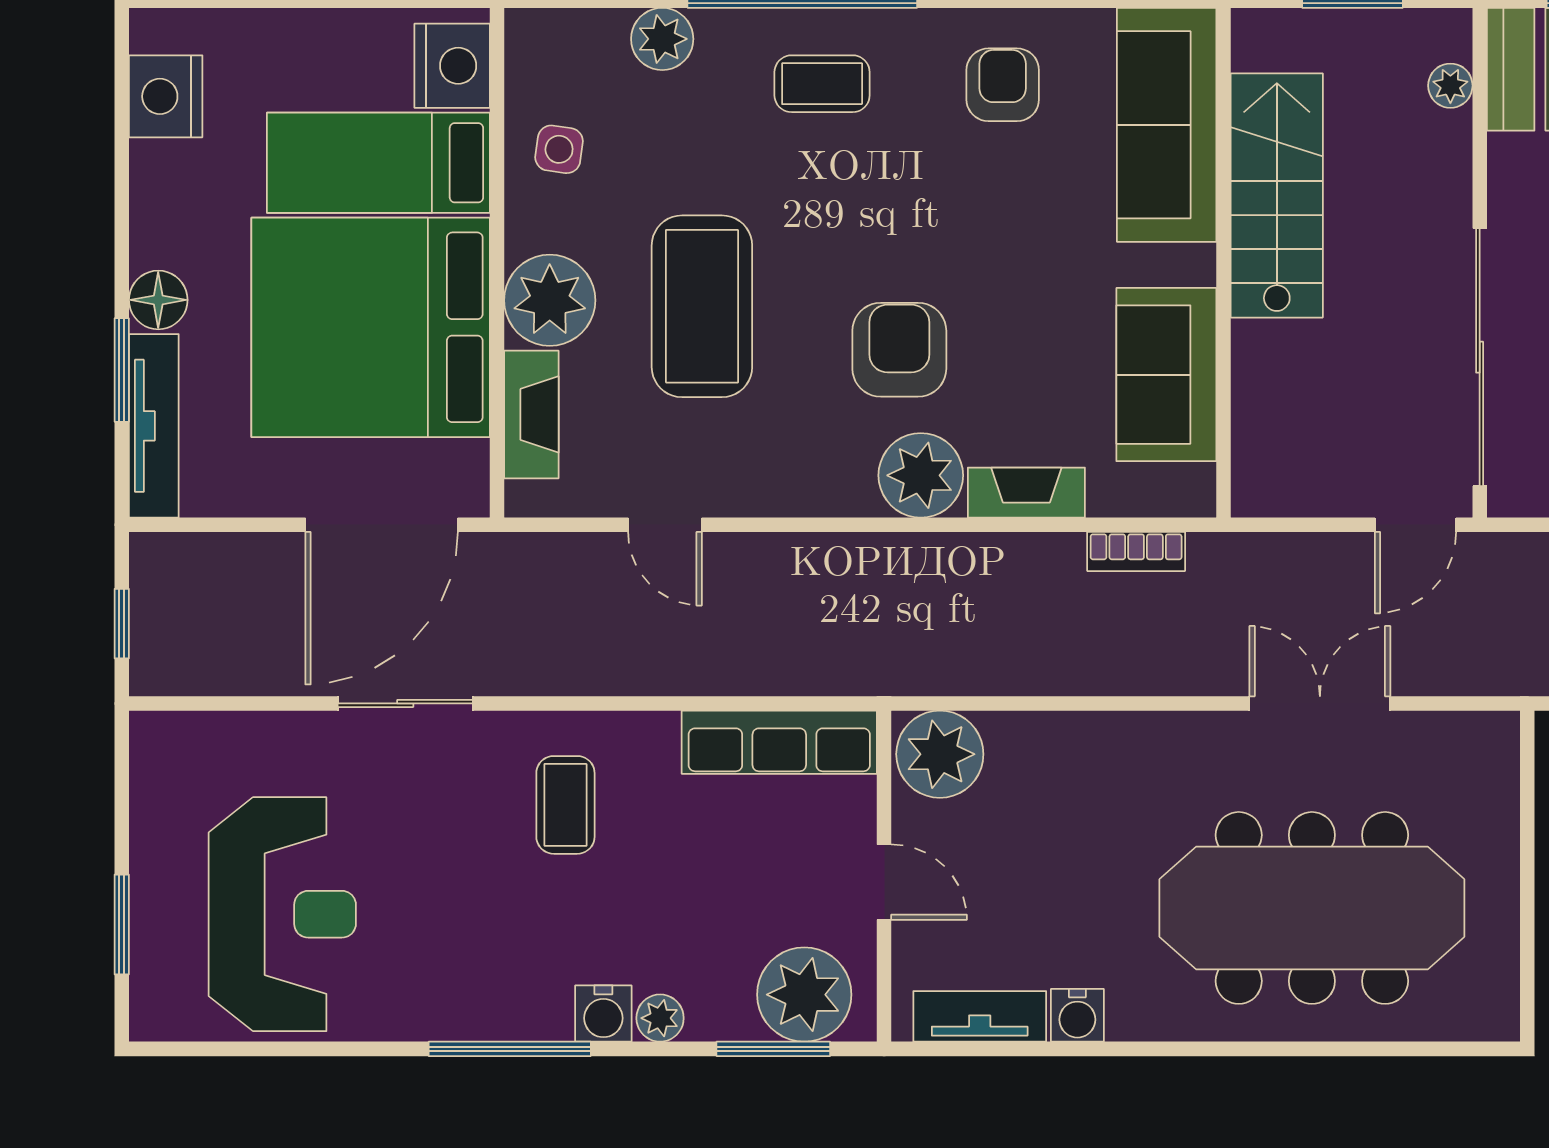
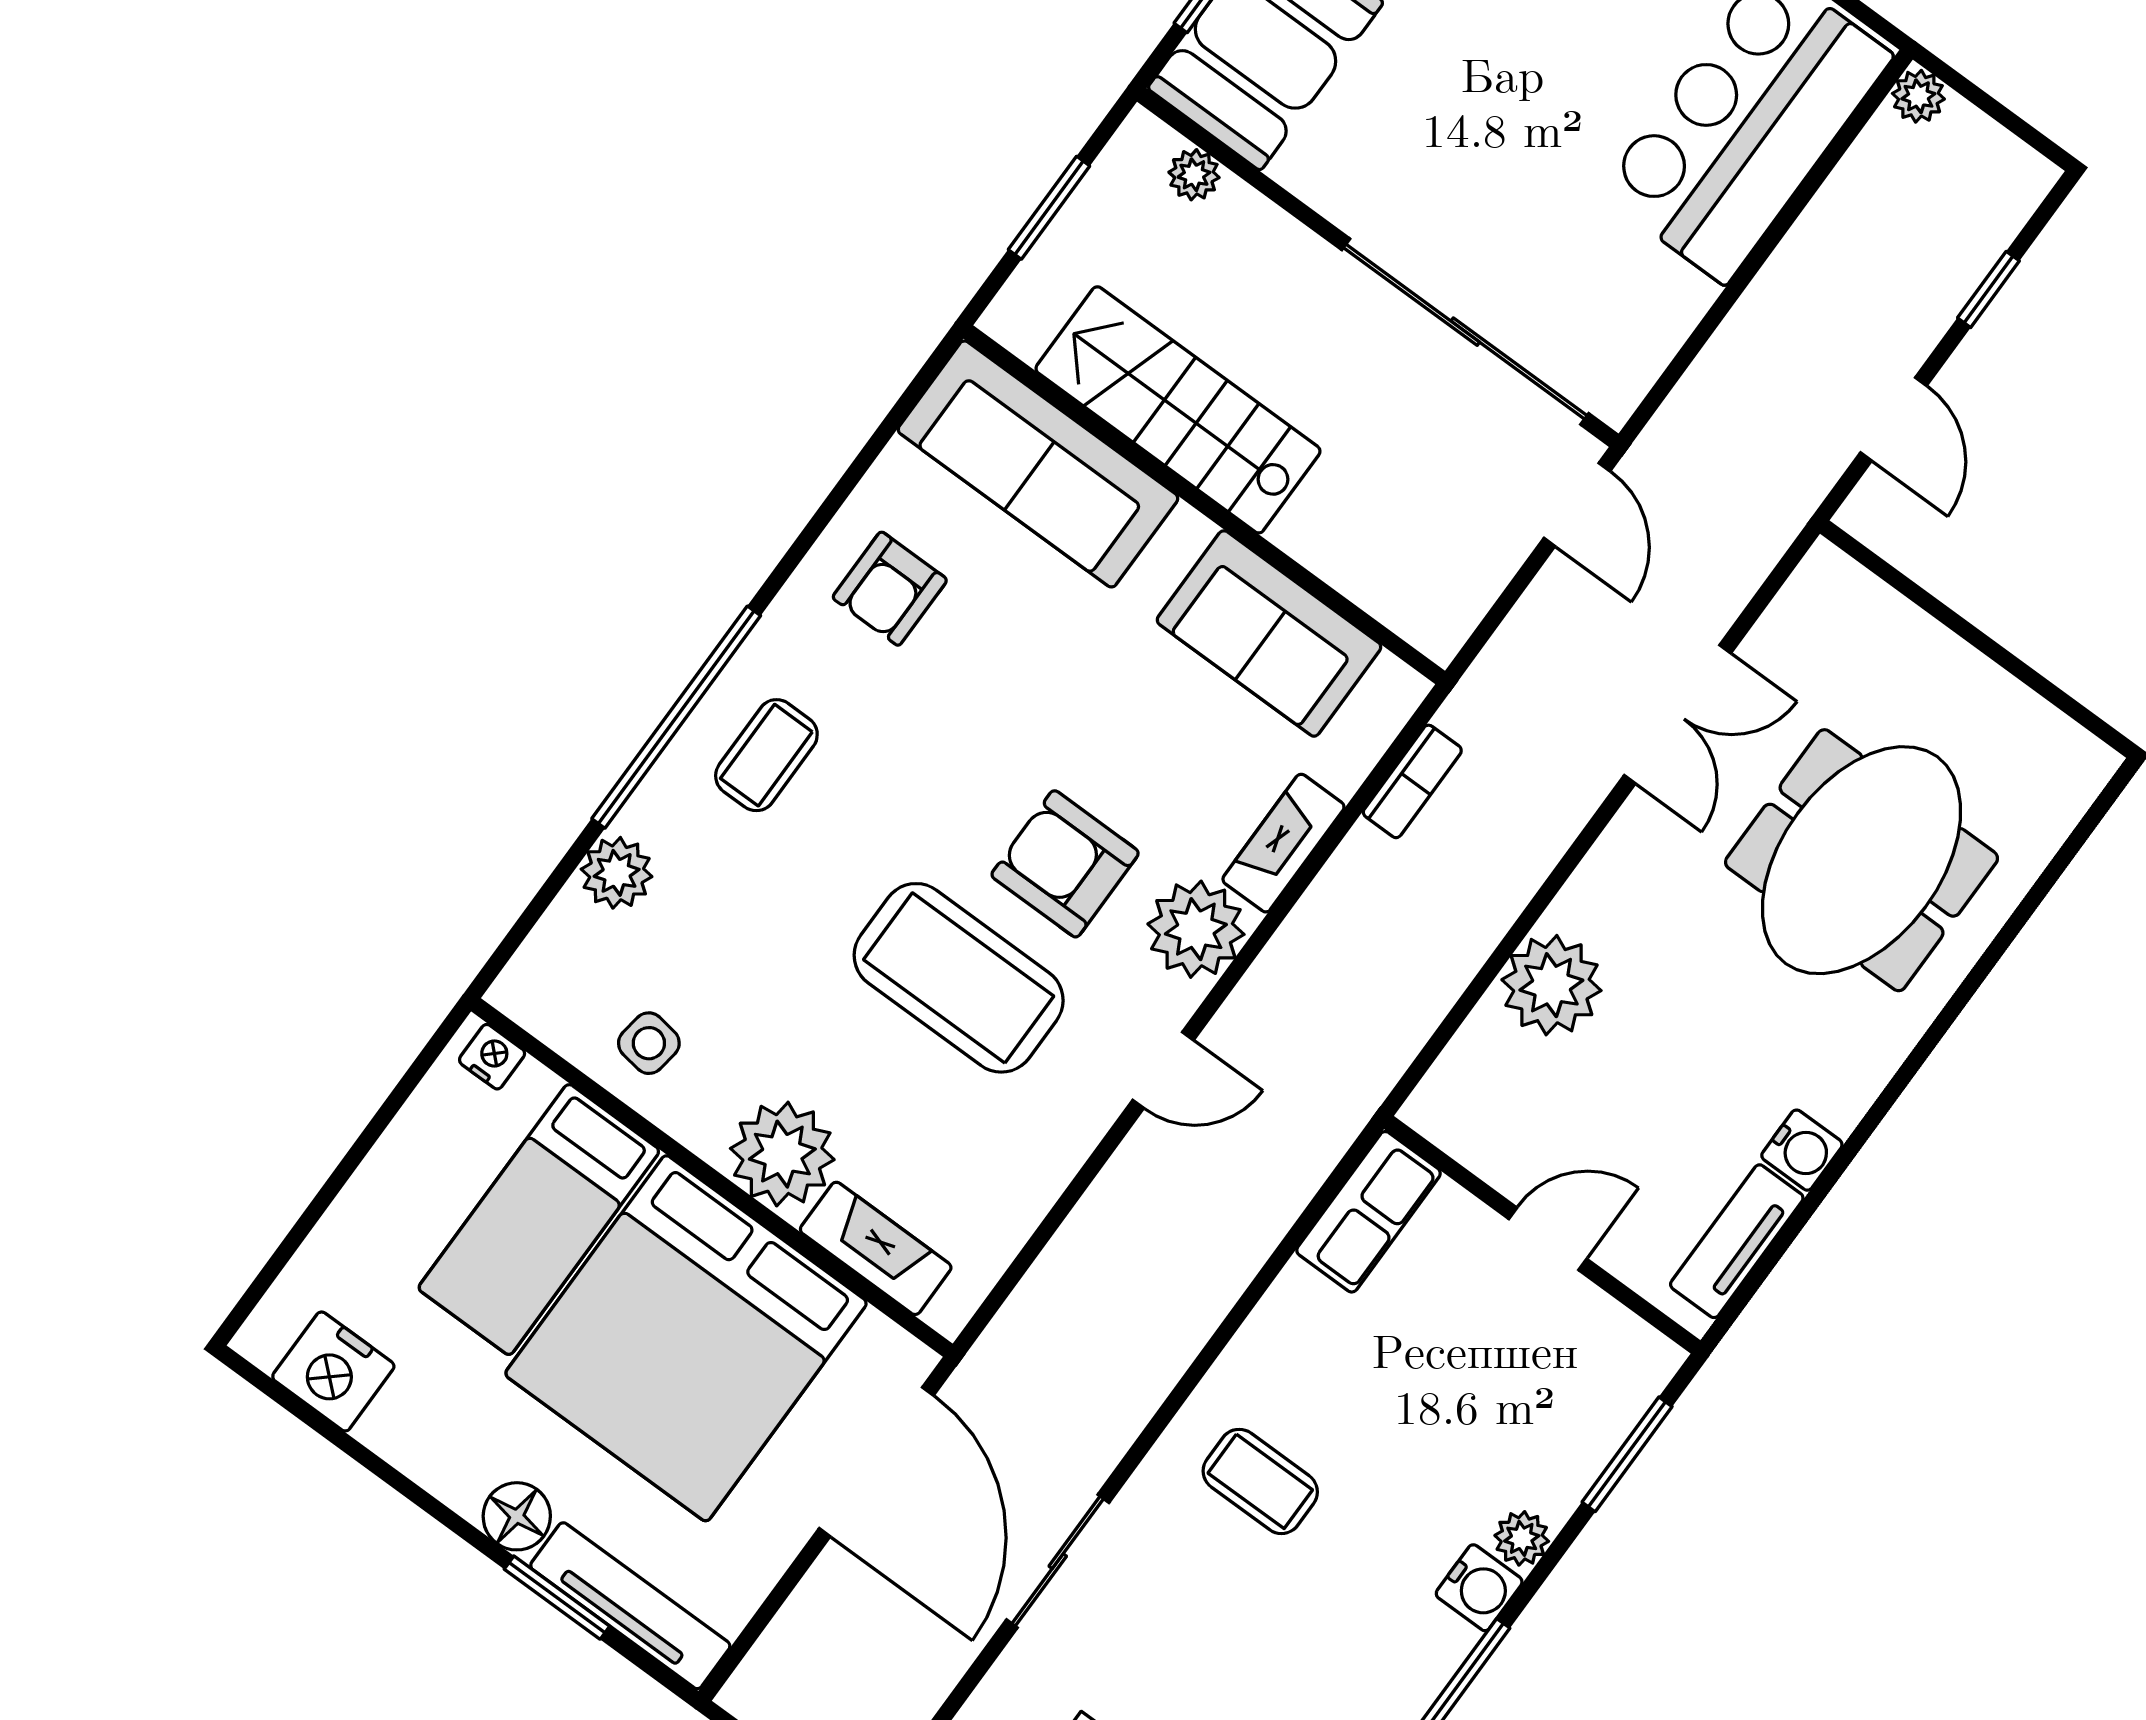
nightstand: (452, 66) -> (492, 1057), width x0.53, depth x0.56
armchair: (1003, 85) -> (890, 589), turned -90
coffee table: (702, 306) -> (959, 978), moved
door: (665, 525) -> (1163, 1070), moved
double door: (1320, 703) -> (1678, 714), swing flipped
row of seats: (779, 742) -> (1369, 1212), width x0.68
plant: (940, 754) -> (1551, 985), moved
meeting table: (1312, 908) -> (1862, 860), width x0.73
plant: (804, 995) -> (1598, 1389), removed

